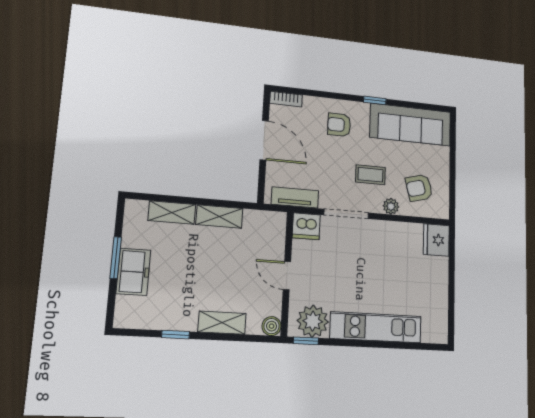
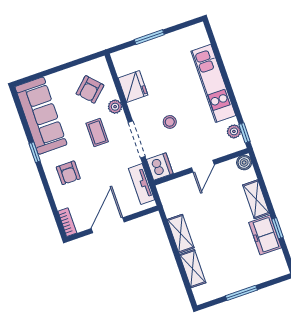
armchair: (419, 188) -> (90, 89), turned 62
fridge: (436, 240) -> (133, 87), moved, turned -90
stool: (352, 259) -> (170, 122), added
freezer: (133, 272) -> (265, 235), moved, turned -90
window: (452, 276) -> (149, 37), added
plant: (313, 321) -> (234, 131), width x0.53, depth x0.53

